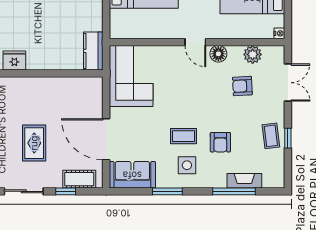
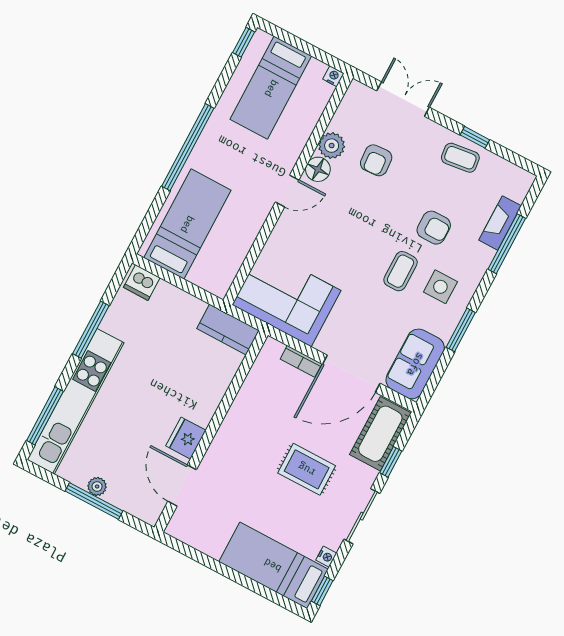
plant: (253, 54) -> (332, 146), moved
bookcase: (97, 105) -> (301, 361), added
cot: (79, 179) -> (380, 434), width x1.37, depth x1.34

